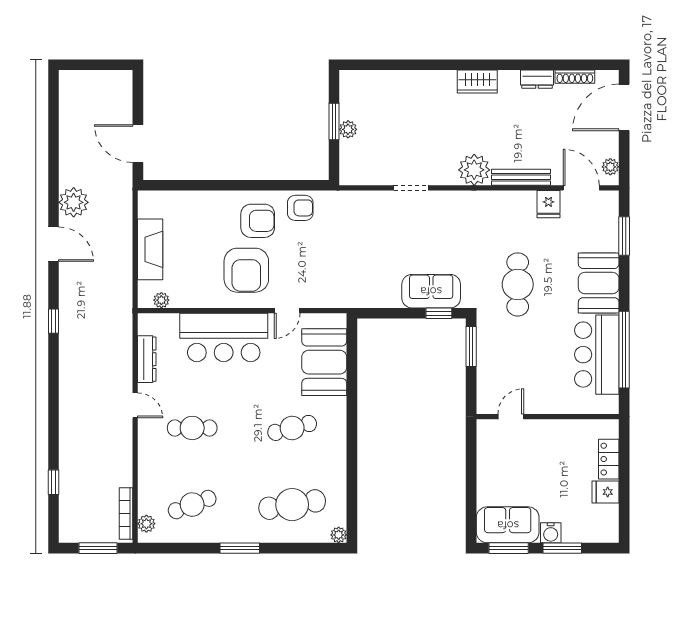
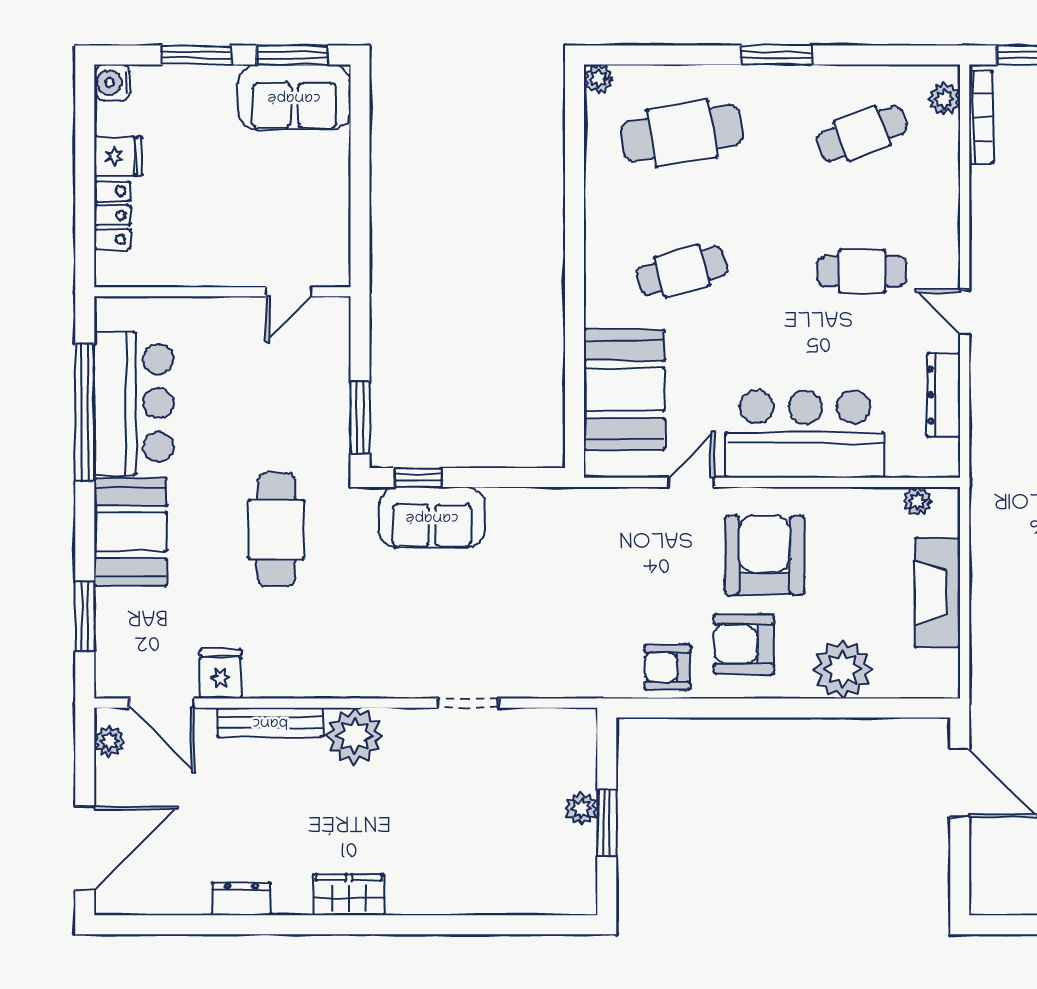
shoe rack: (575, 77) -> (173, 903), removed
plant: (203, 207) -> (843, 669), added
water cooler: (551, 533) -> (112, 83), moved, turned -90

